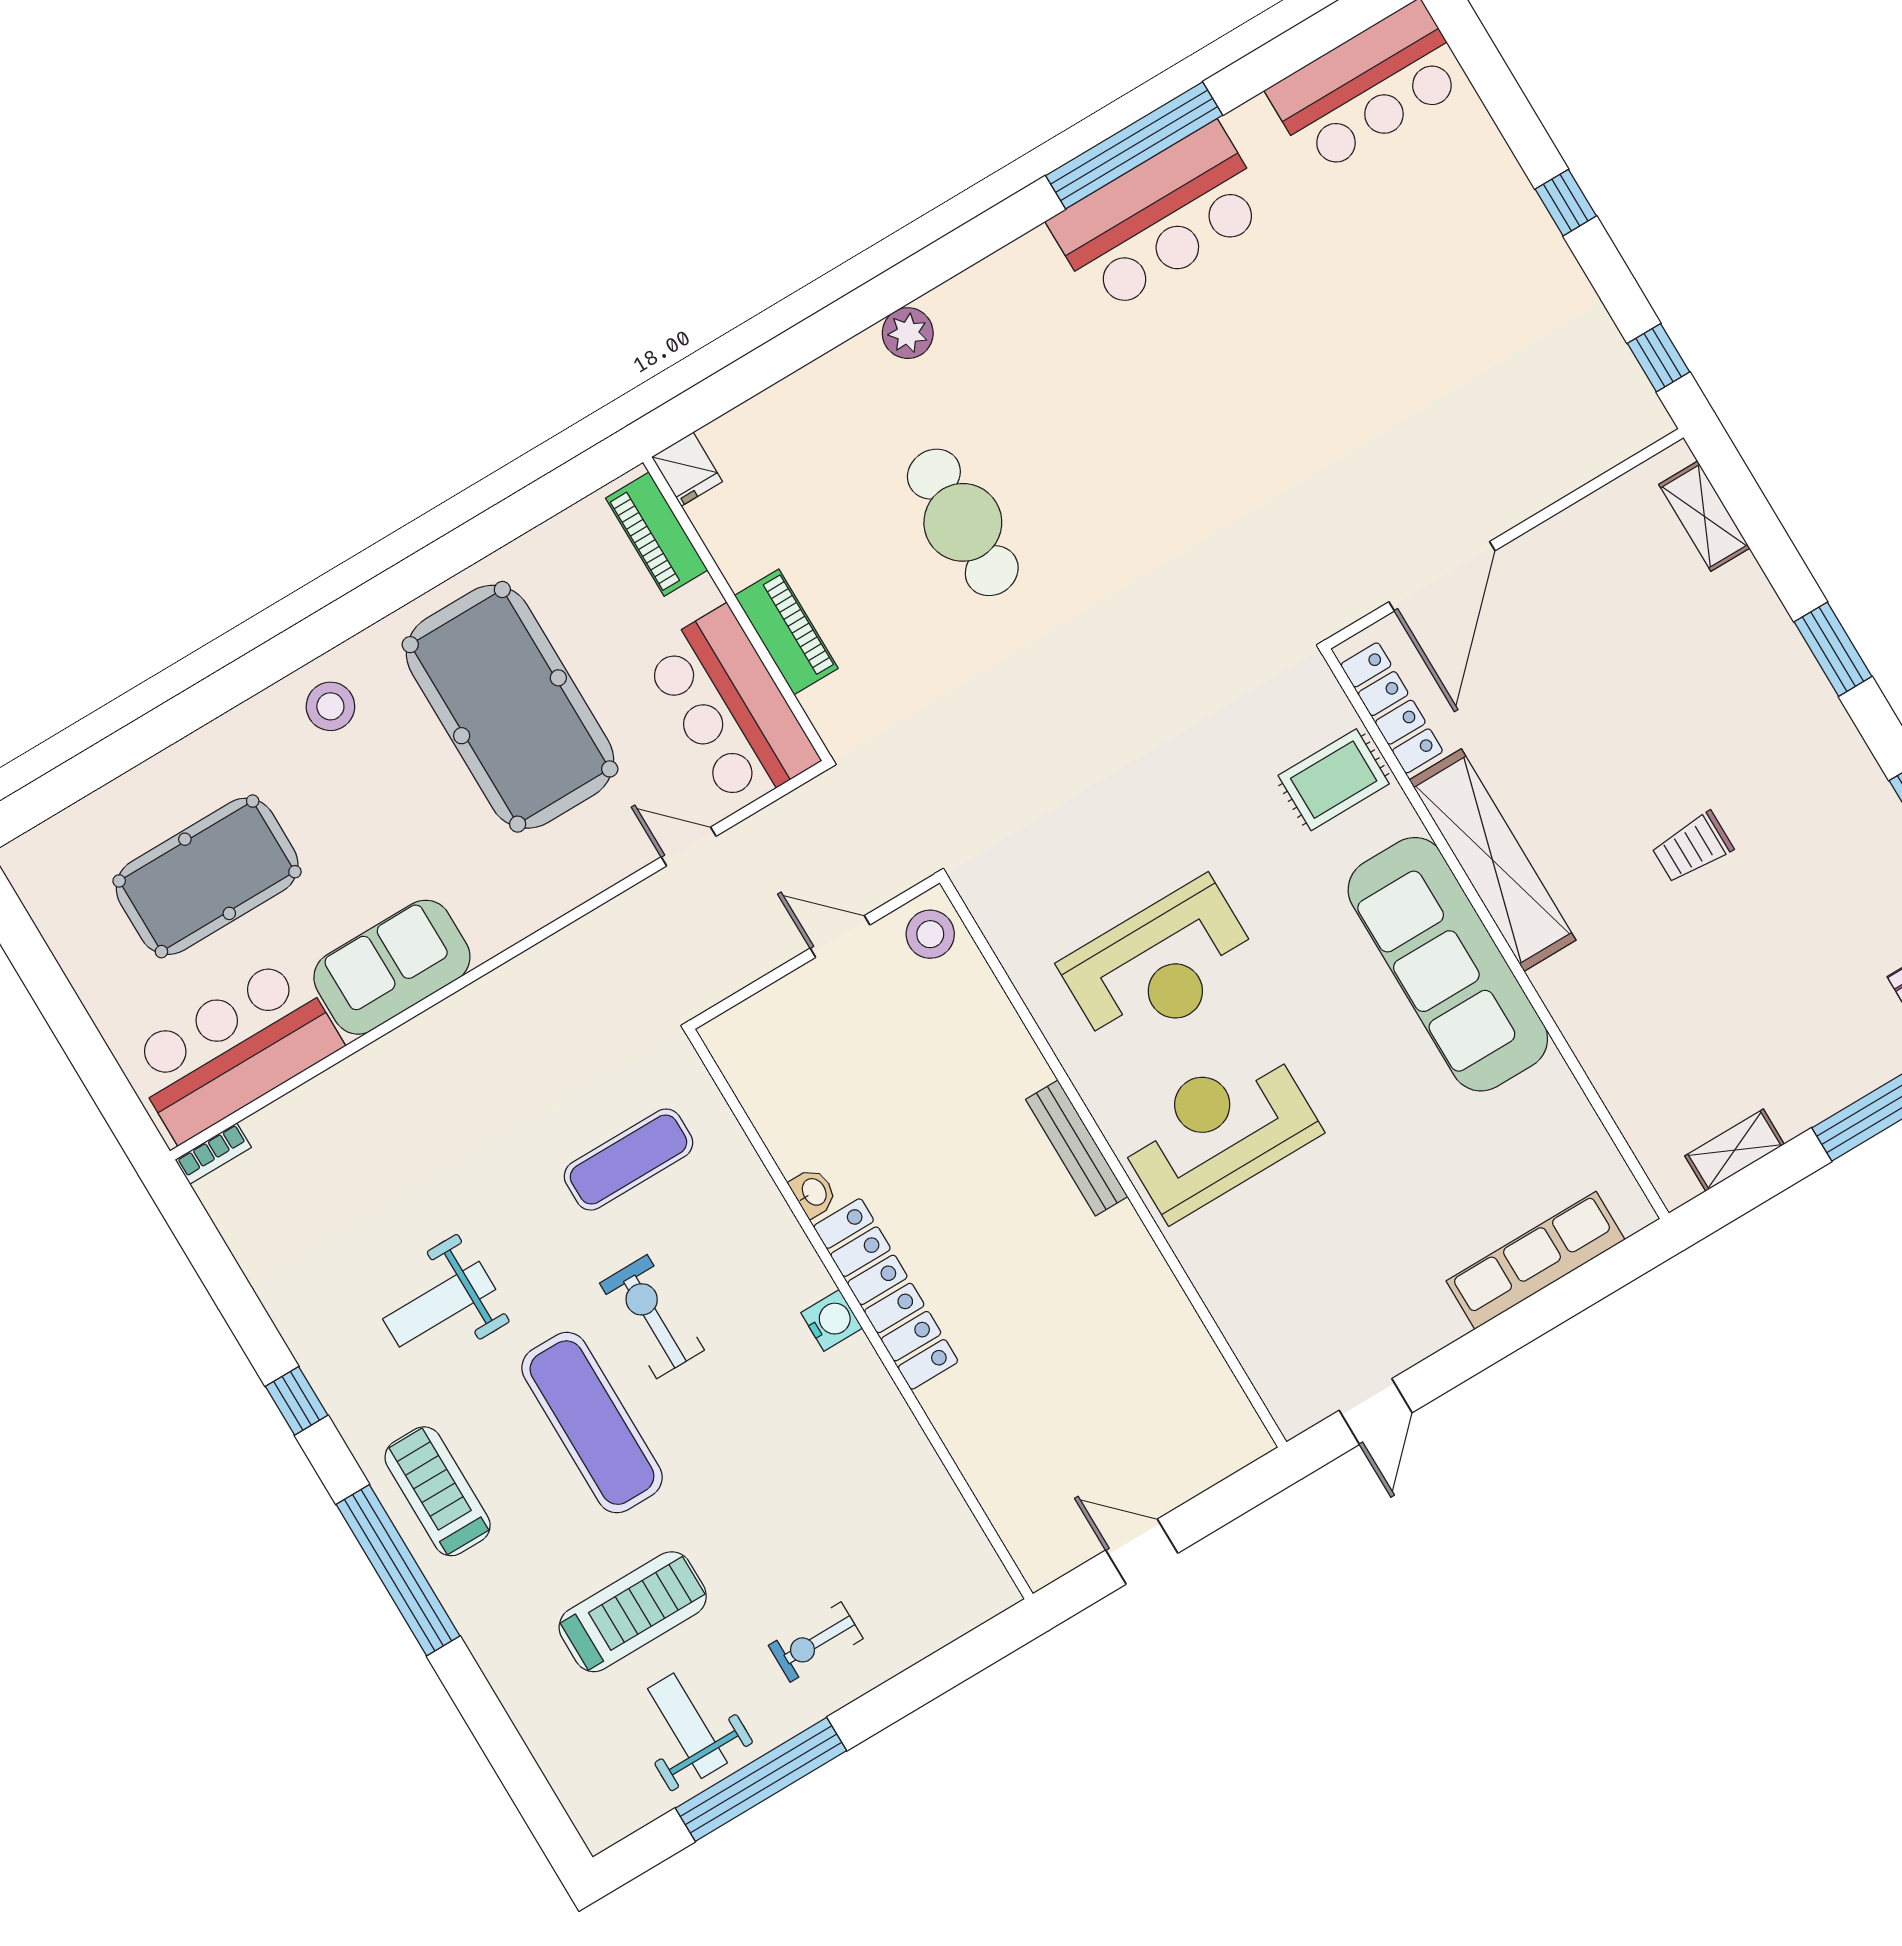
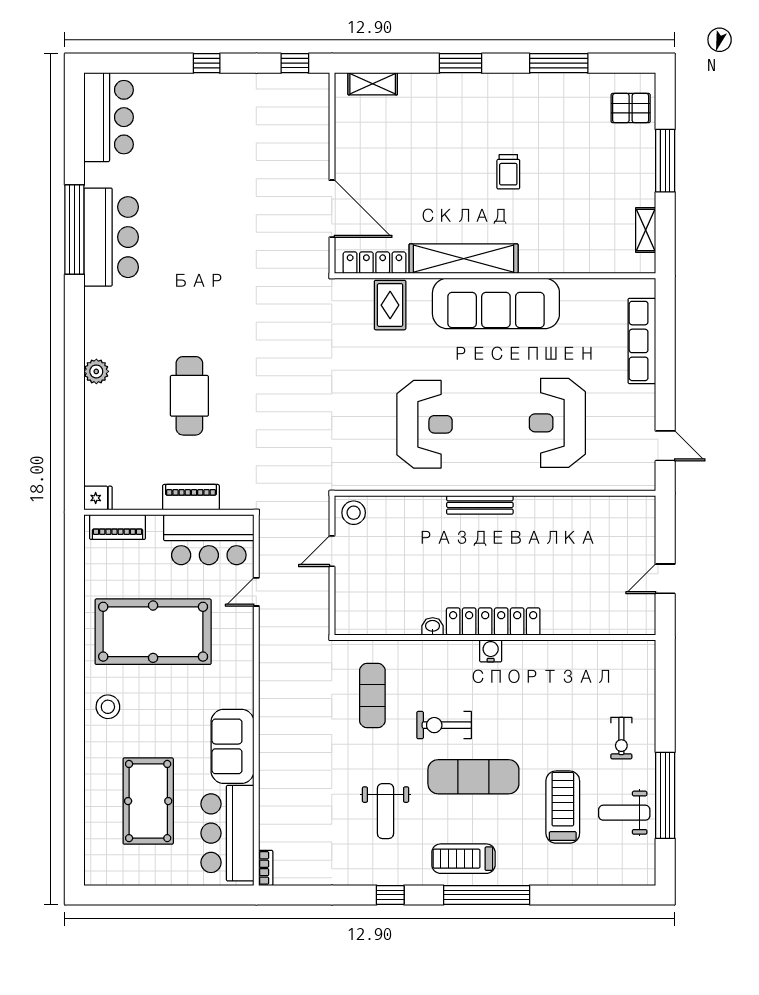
cafe table: (963, 522) -> (189, 396), turned 90
reception desk: (1218, 1130) -> (557, 423), moved

